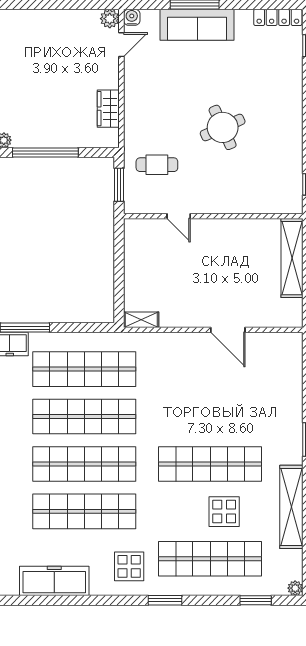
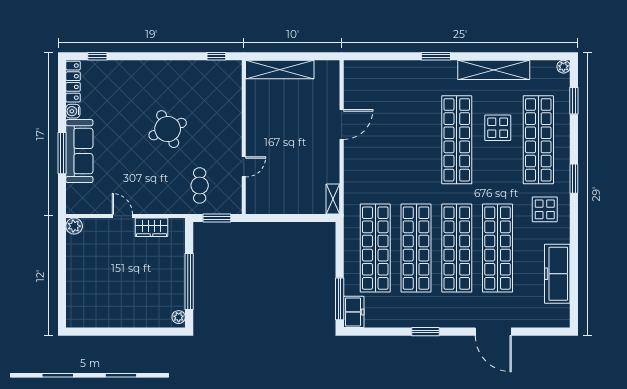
water cooler: (132, 17) -> (73, 111), moved
door: (121, 45) -> (122, 216), moved

